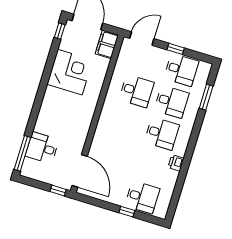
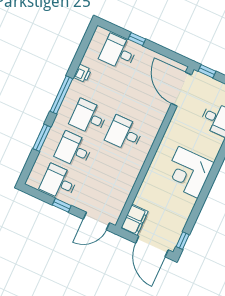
corner desk: (70, 72) -> (188, 172), moved
desk: (137, 91) -> (124, 134), moved
window: (206, 97) -> (42, 138), moved
window: (190, 151) -> (61, 95), added
printer: (176, 163) -> (82, 73), moved

